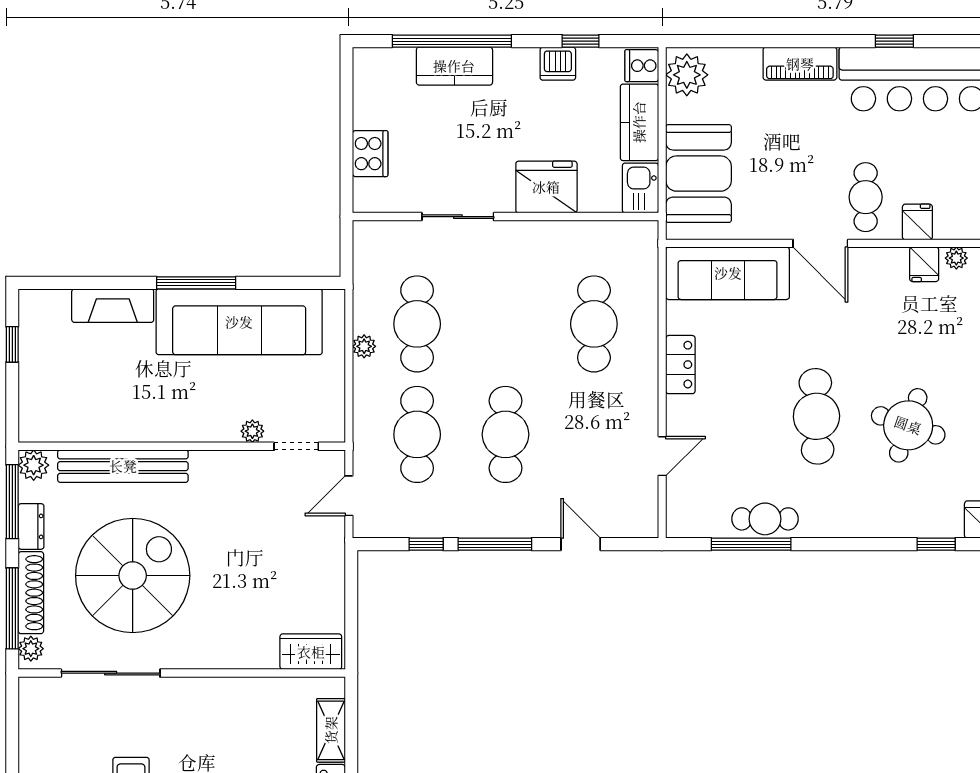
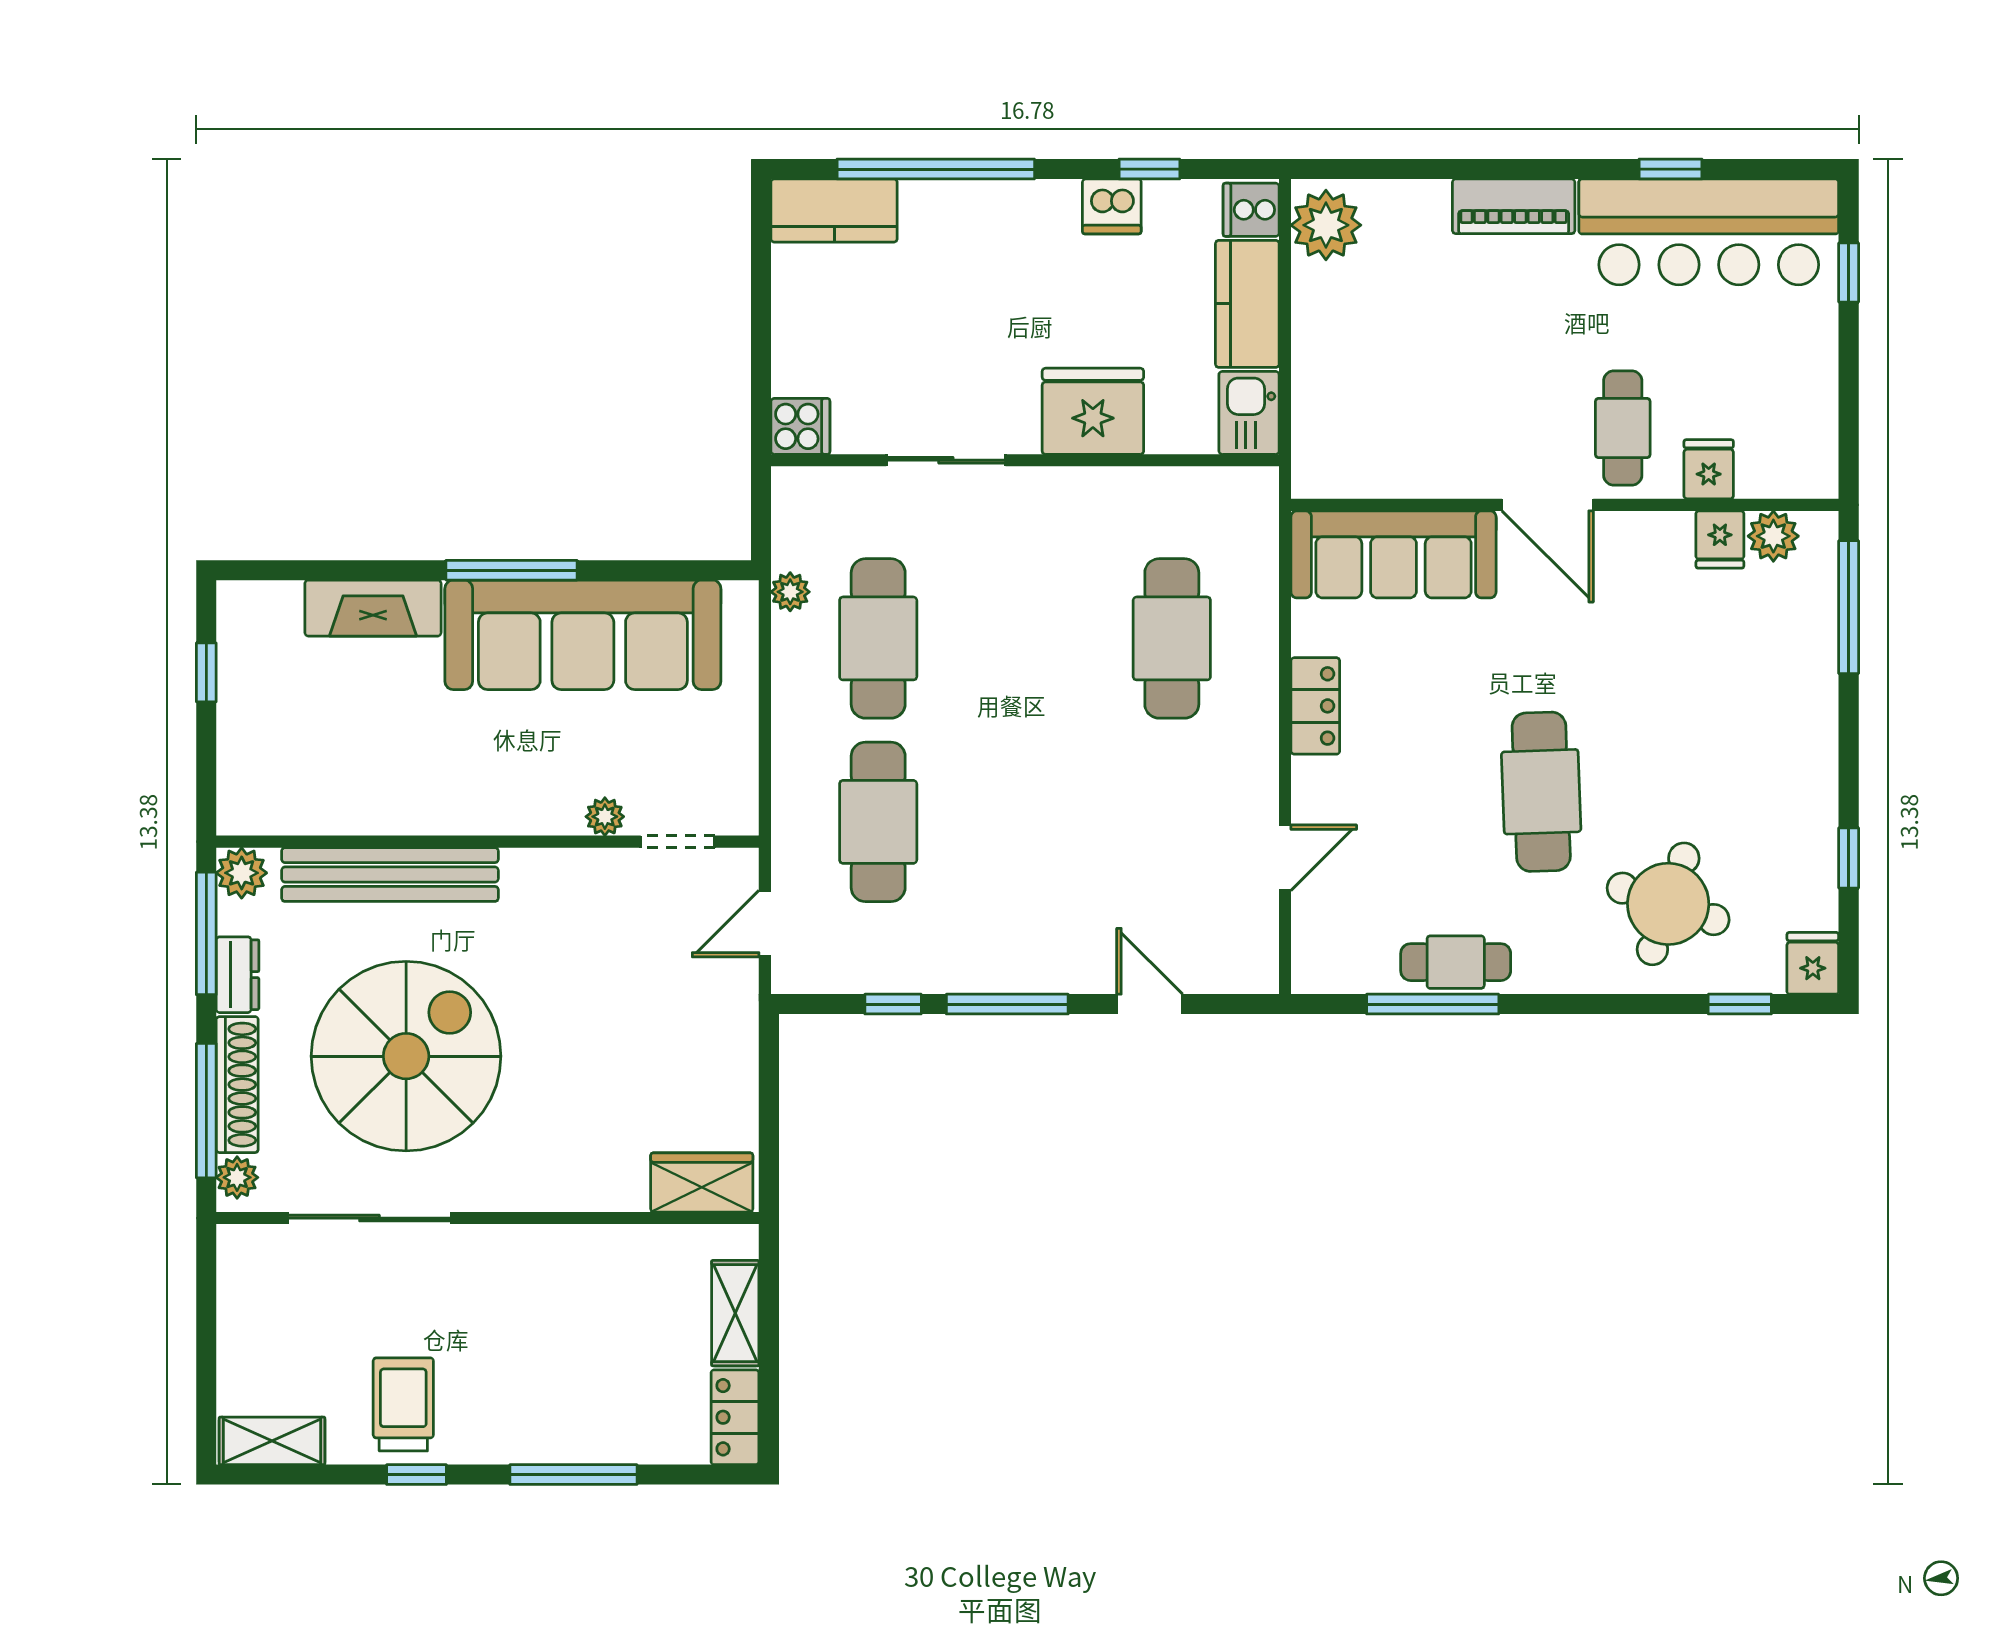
kitchen counter: (454, 66) -> (834, 210), moved
cooker: (370, 154) -> (800, 426), moved, width x0.73
booth: (699, 174) -> (1345, 389), removed
plant: (956, 258) -> (1773, 536), width x1.38, depth x1.38
plant: (364, 346) -> (790, 592), moved
round table: (908, 425) -> (1668, 904), moved
cafe table: (506, 434) -> (1025, 822), removed

